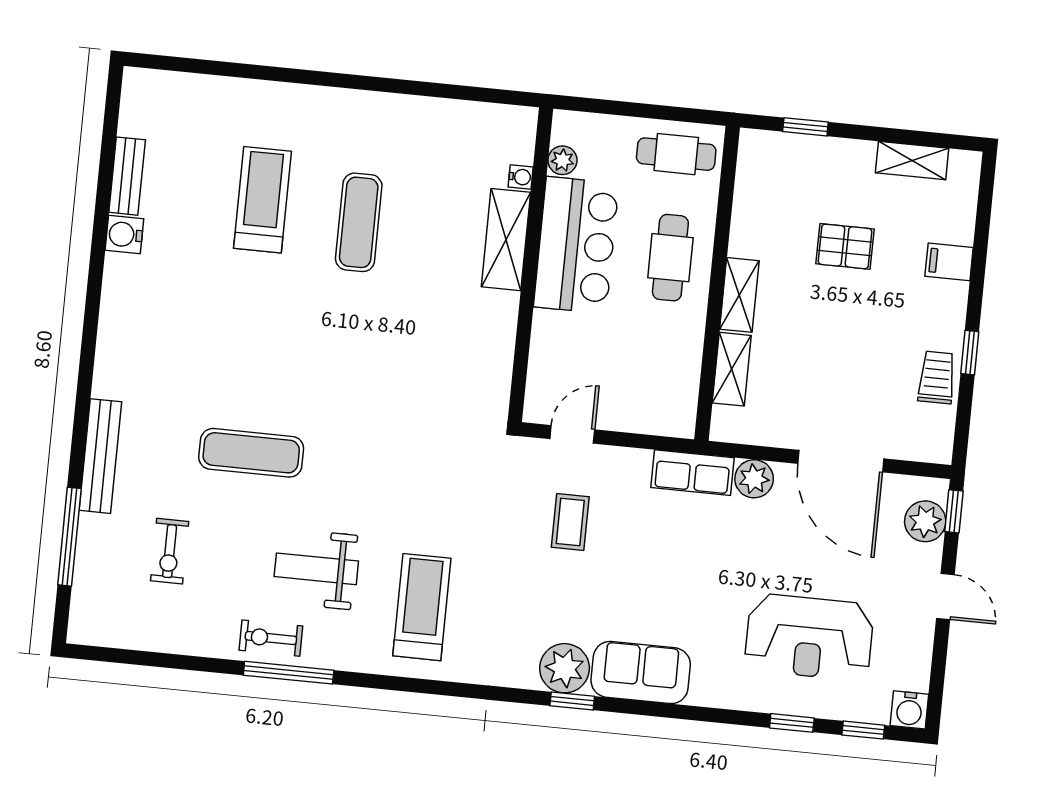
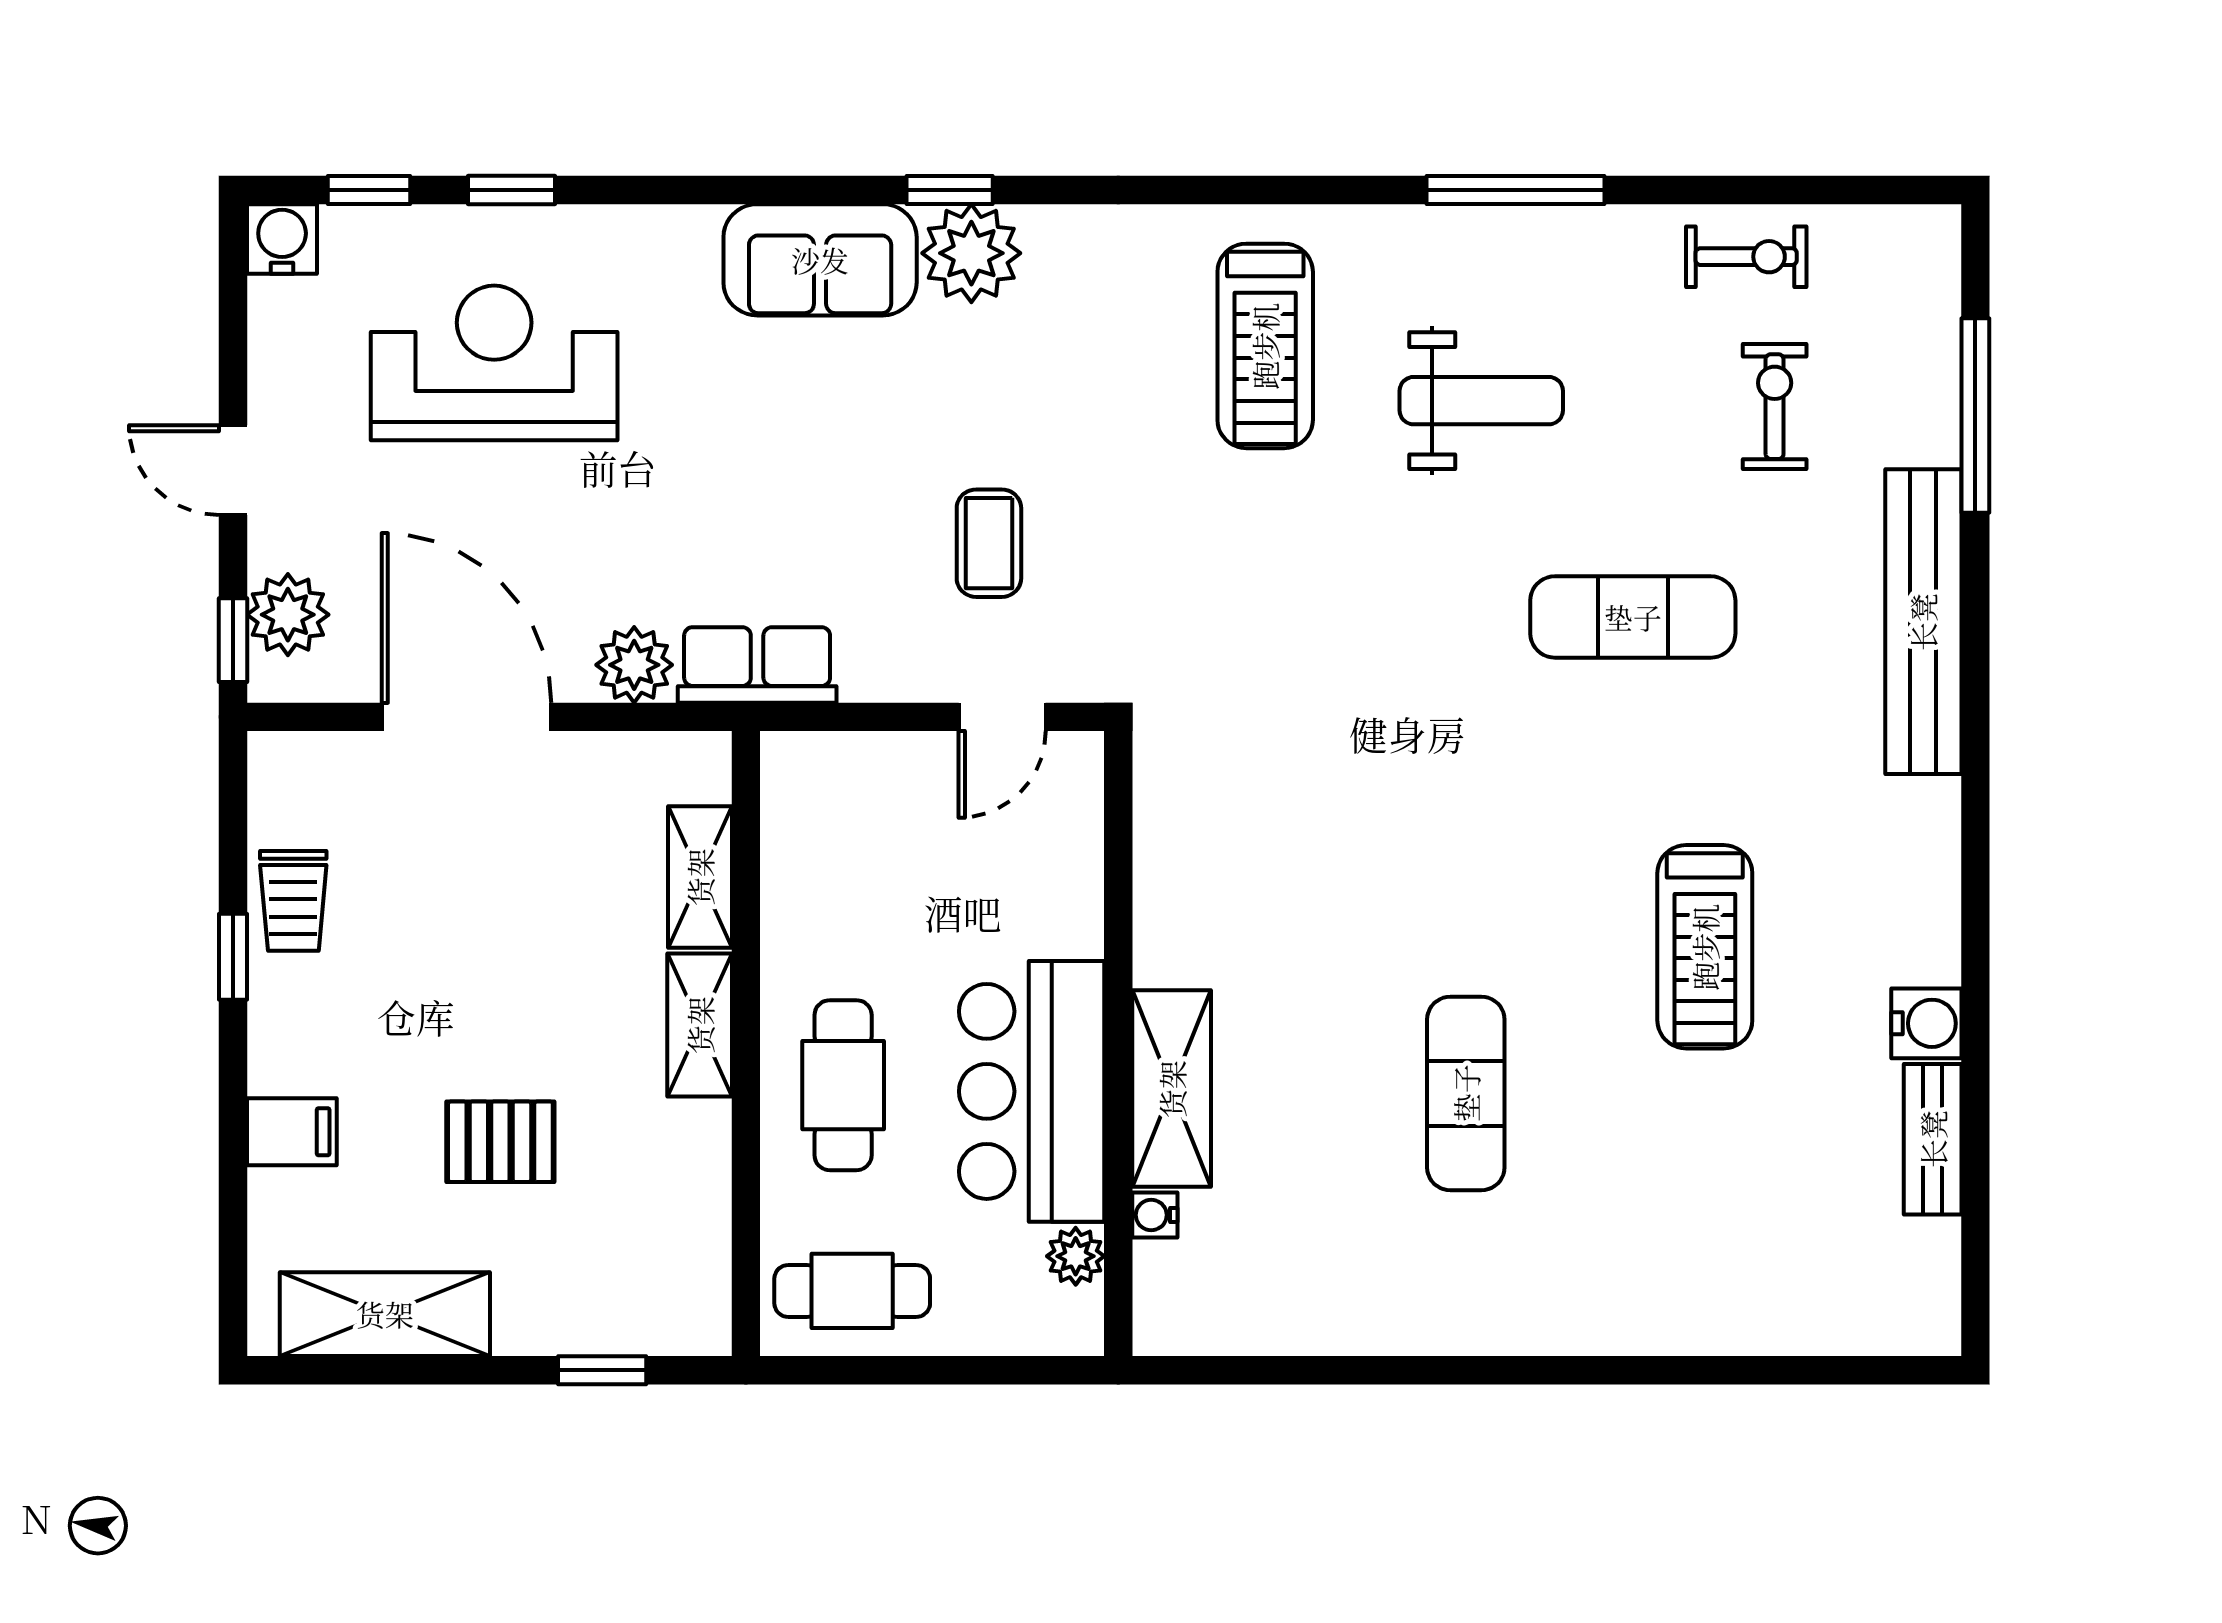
shelving: (912, 161) -> (385, 1314), width x1.50, depth x1.33
treadmill: (262, 200) -> (1705, 947), moved
bench: (100, 456) -> (1923, 622), width x1.37, depth x1.21
exercise bike: (271, 638) -> (1746, 257), moved

